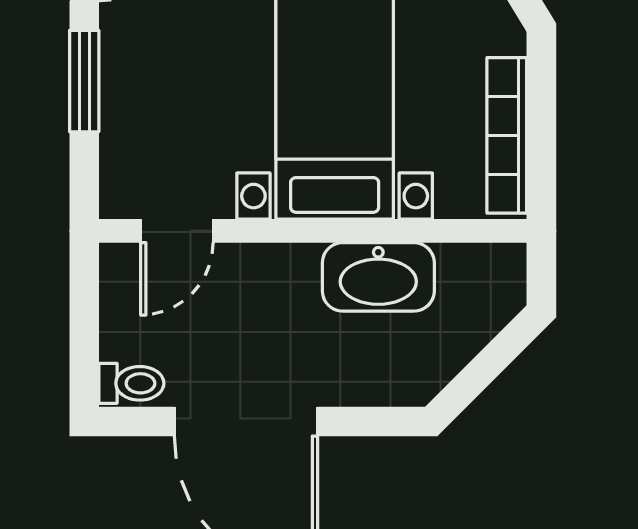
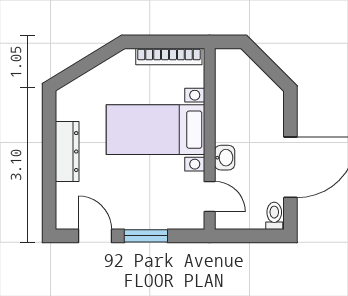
washbasin: (378, 277) -> (225, 158), moved, width x0.52, depth x0.69

